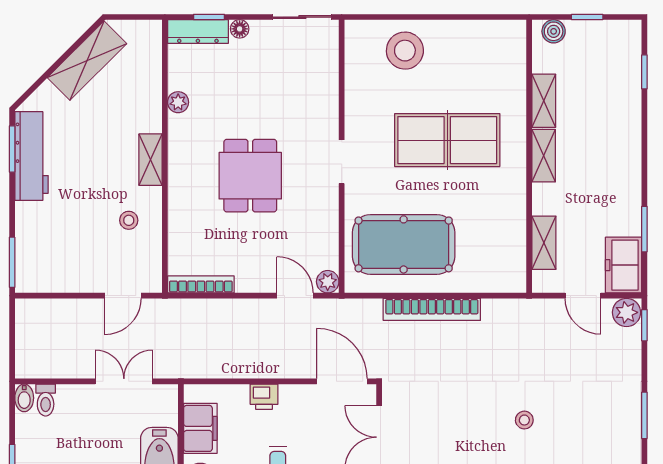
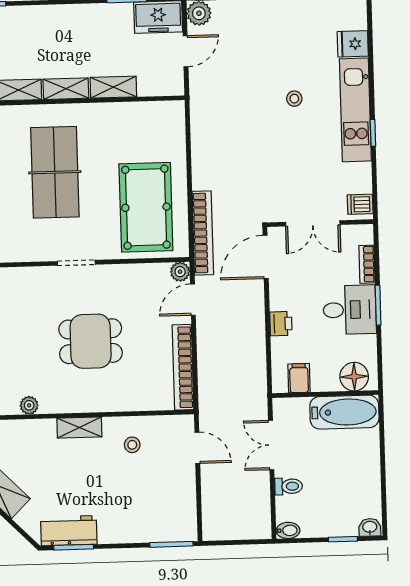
workbench: (31, 156) -> (69, 531), width x0.73
shelving: (544, 243) -> (113, 87), moved
bookcase: (201, 284) -> (183, 367), width x1.48, depth x1.31
bookcase: (432, 309) -> (203, 233), moved
toilet: (46, 400) -> (289, 486), moved
filing cabinet: (200, 428) -> (299, 378), width x0.50

